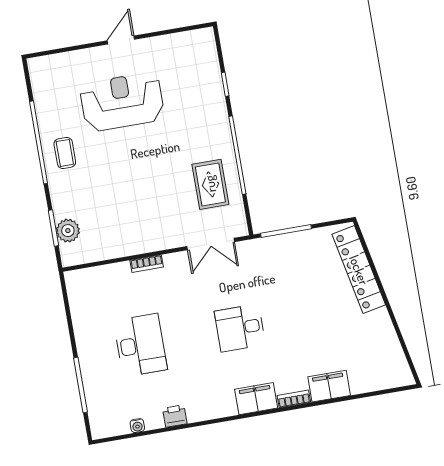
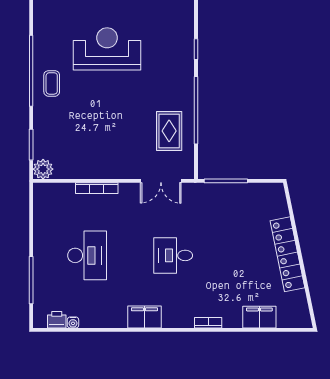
plant: (68, 231) -> (43, 169), moved
bookcase: (147, 264) -> (97, 188), width x1.56
locker: (359, 270) -> (287, 254), moved
filing cabinet: (329, 386) -> (259, 317), moved
filing cabinet: (256, 399) -> (144, 317), moved
printer: (175, 416) -> (57, 320), moved

